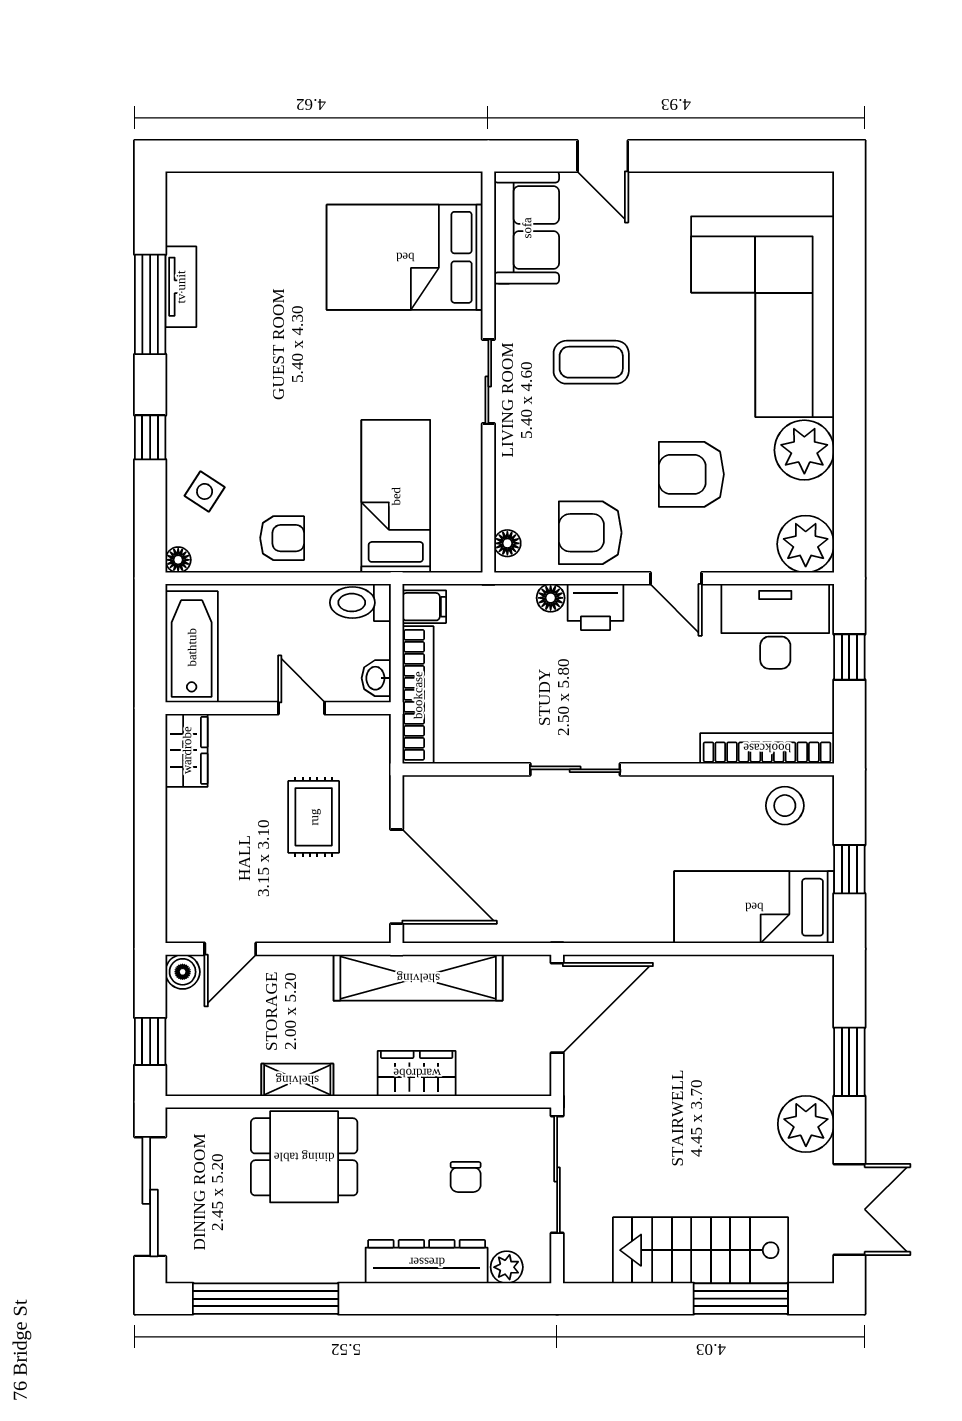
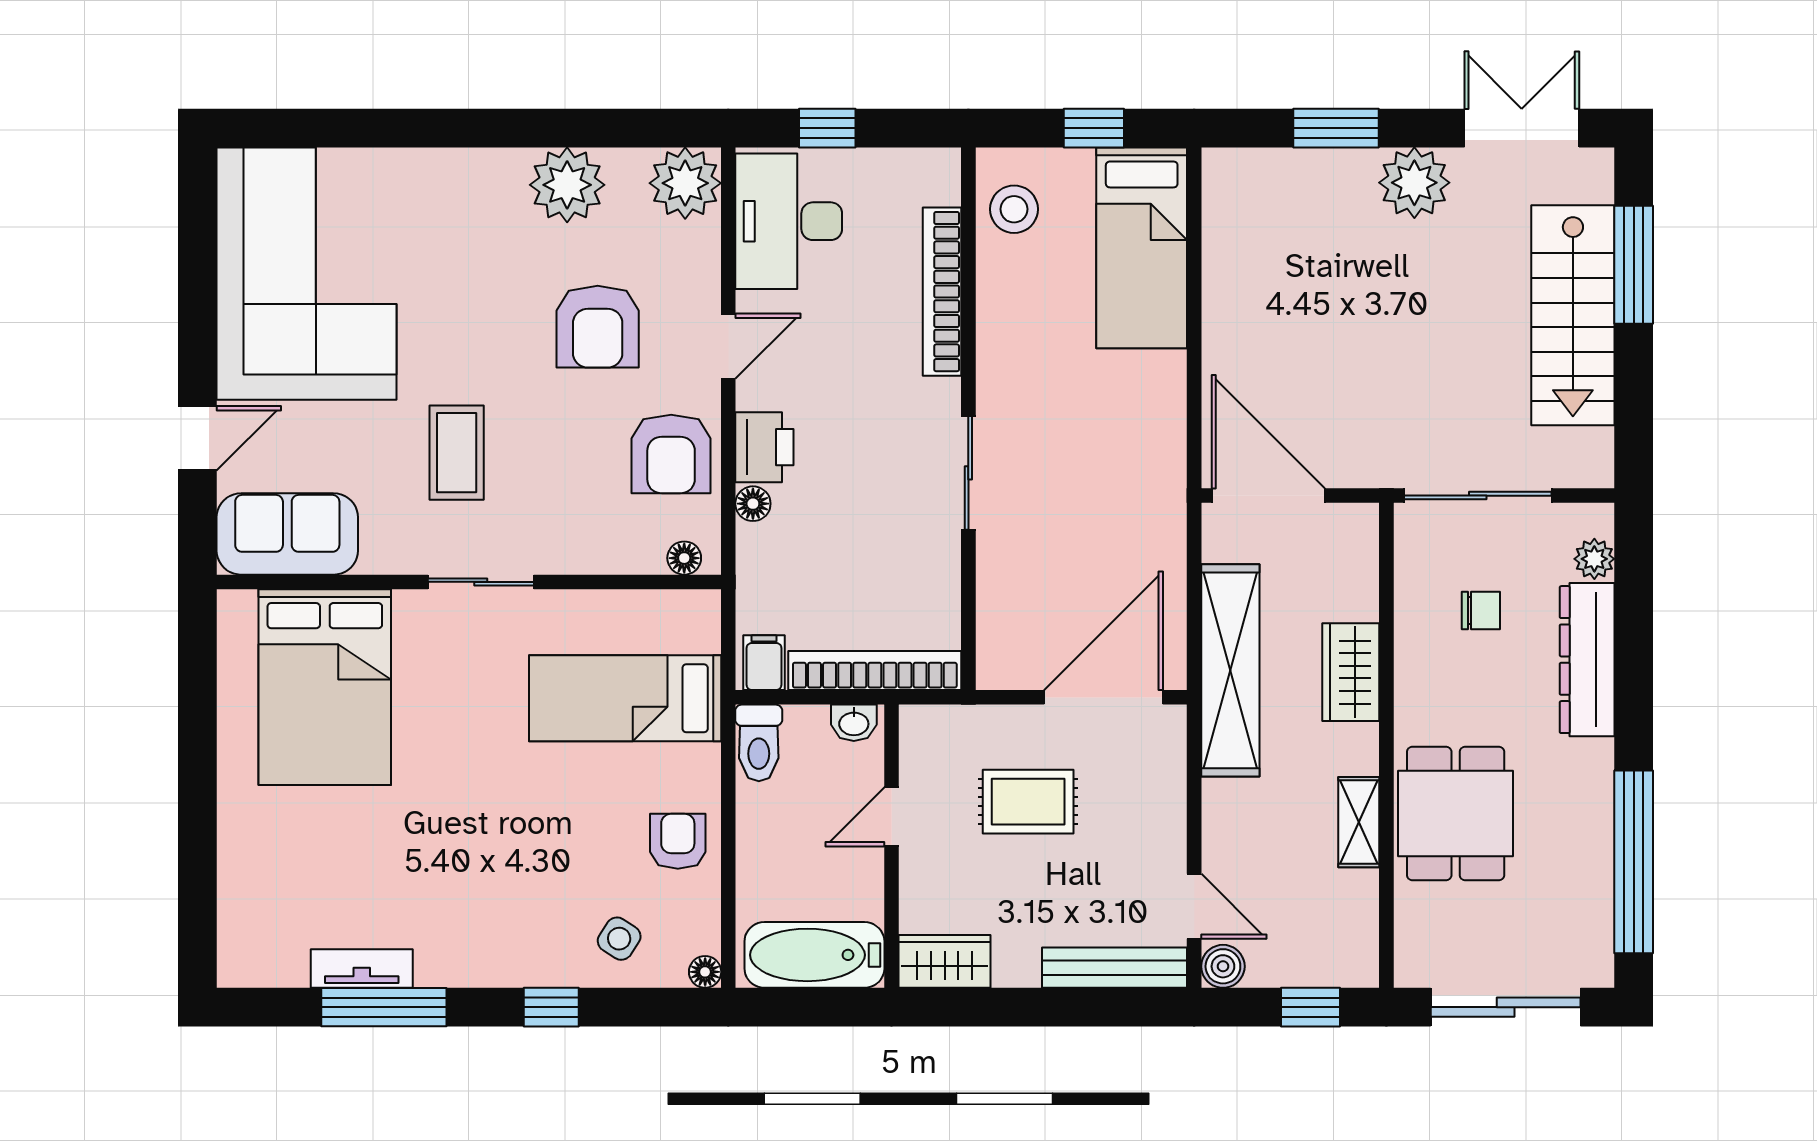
corner sofa: (763, 317) -> (307, 274), moved, turned -90
bookcase: (767, 748) -> (942, 292), moved
bench: (182, 886) -> (1115, 968), added

